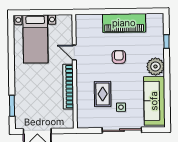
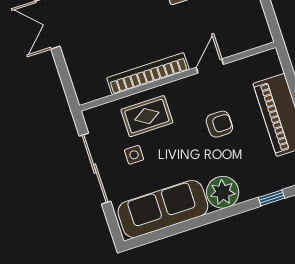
door: (74, 53) -> (210, 66), moved
wall: (75, 71) -> (178, 77), moved
bookcase: (68, 87) -> (148, 74), moved

